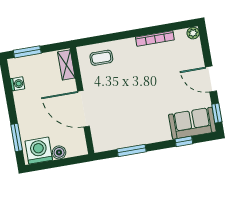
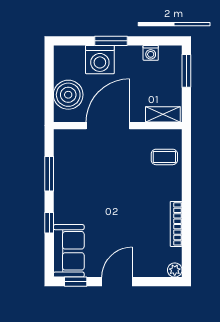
coffee table: (101, 58) -> (164, 157), turned 90
window: (17, 137) -> (111, 41), moved
window: (184, 141) -> (49, 223), moved
washing machine: (39, 151) -> (100, 60), moved, turned 90
boiler: (59, 152) -> (68, 95), width x1.86, depth x1.86

